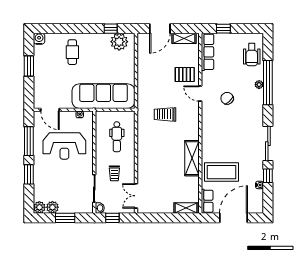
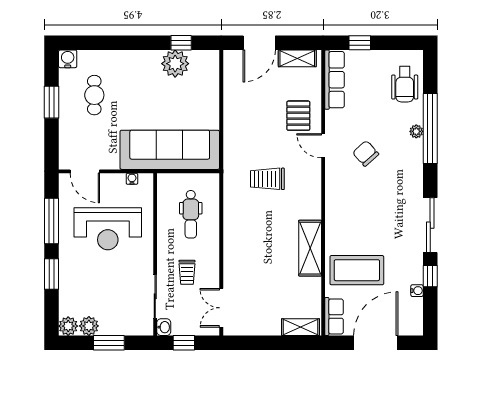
plant: (119, 42) -> (175, 64), moved
cafe table: (72, 52) -> (94, 95), moved
pallet: (185, 75) -> (298, 116), turned 90

